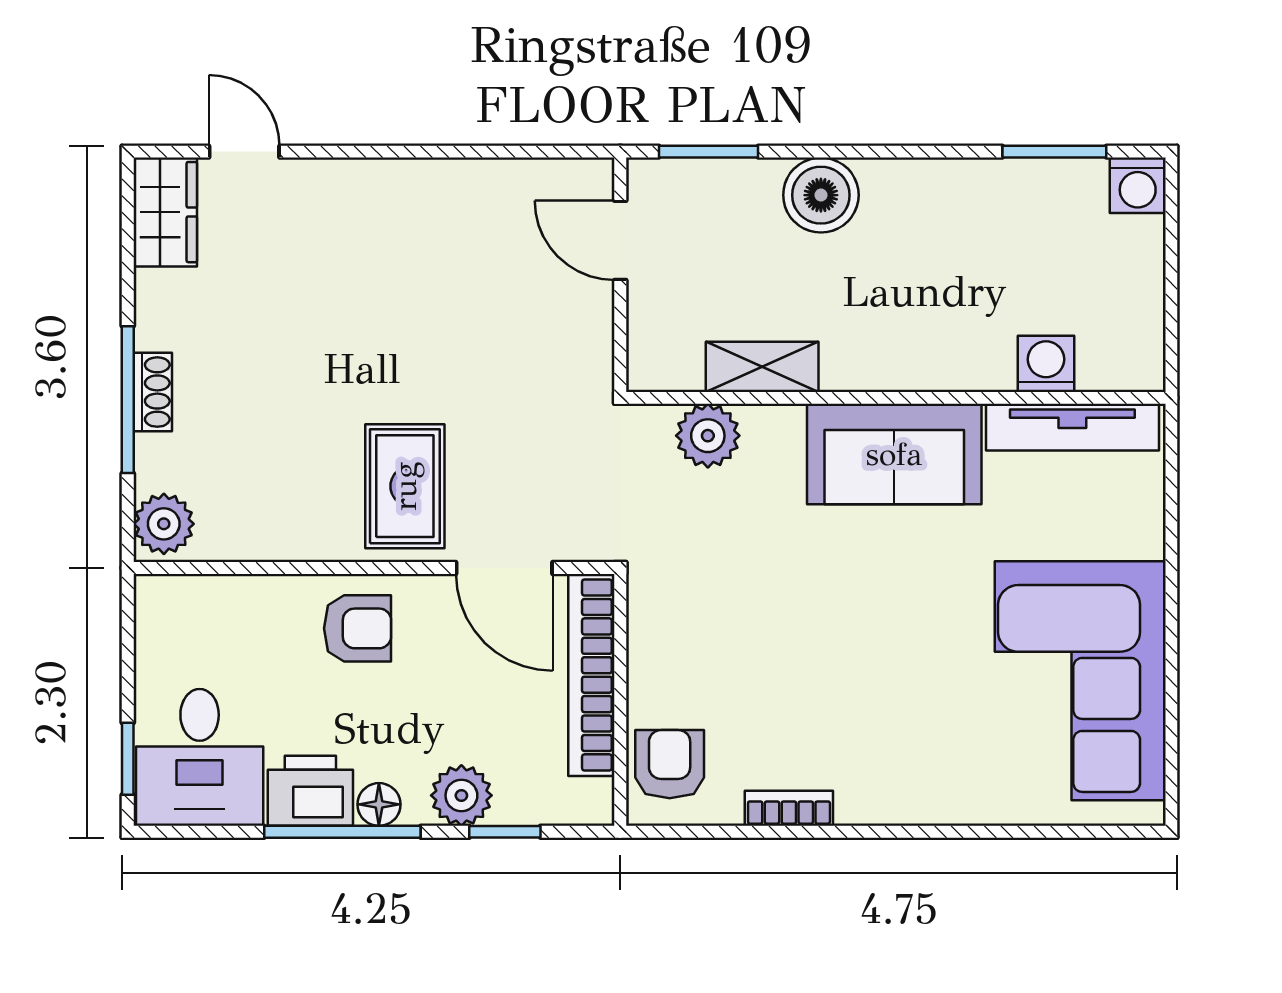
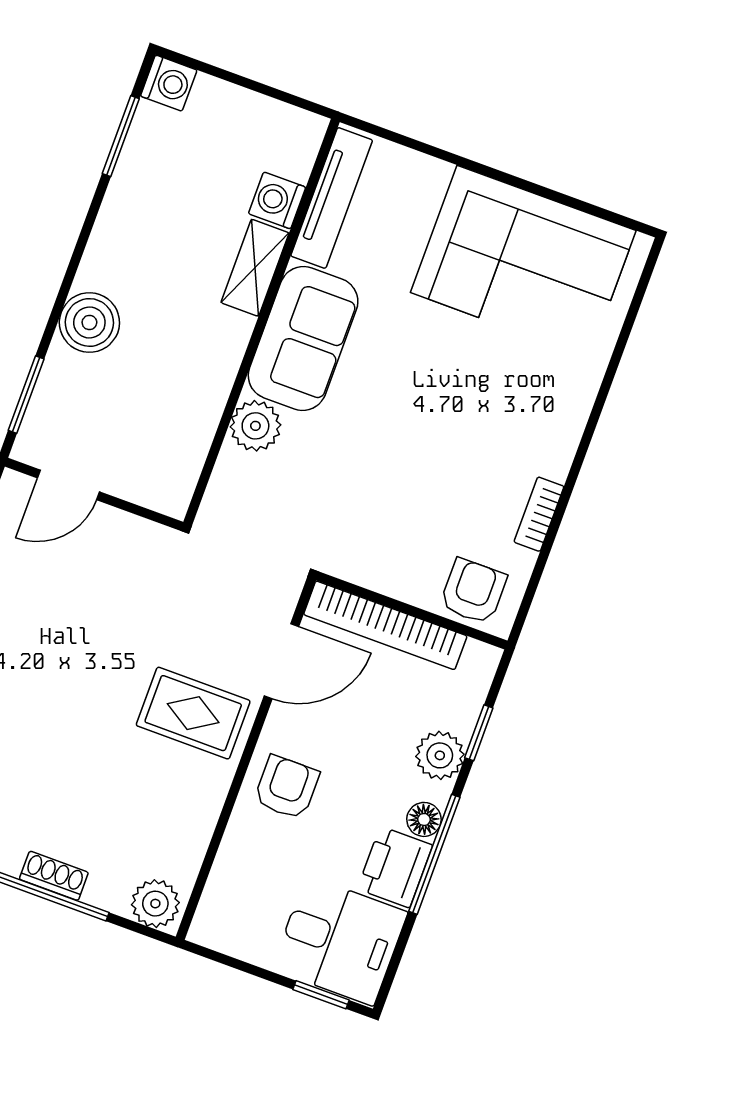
shelving: (762, 367) -> (255, 268), moved
plant: (708, 436) -> (255, 426), moved
armchair: (670, 764) -> (473, 591), turned 90

